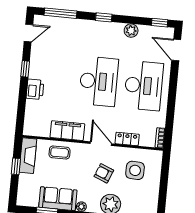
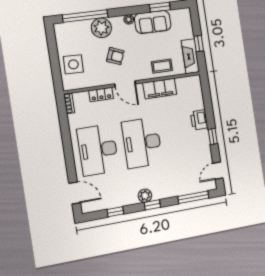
window: (160, 23) -> (115, 212), moved
plant: (131, 31) -> (145, 196), moved
side table: (135, 170) -> (73, 64), moved

